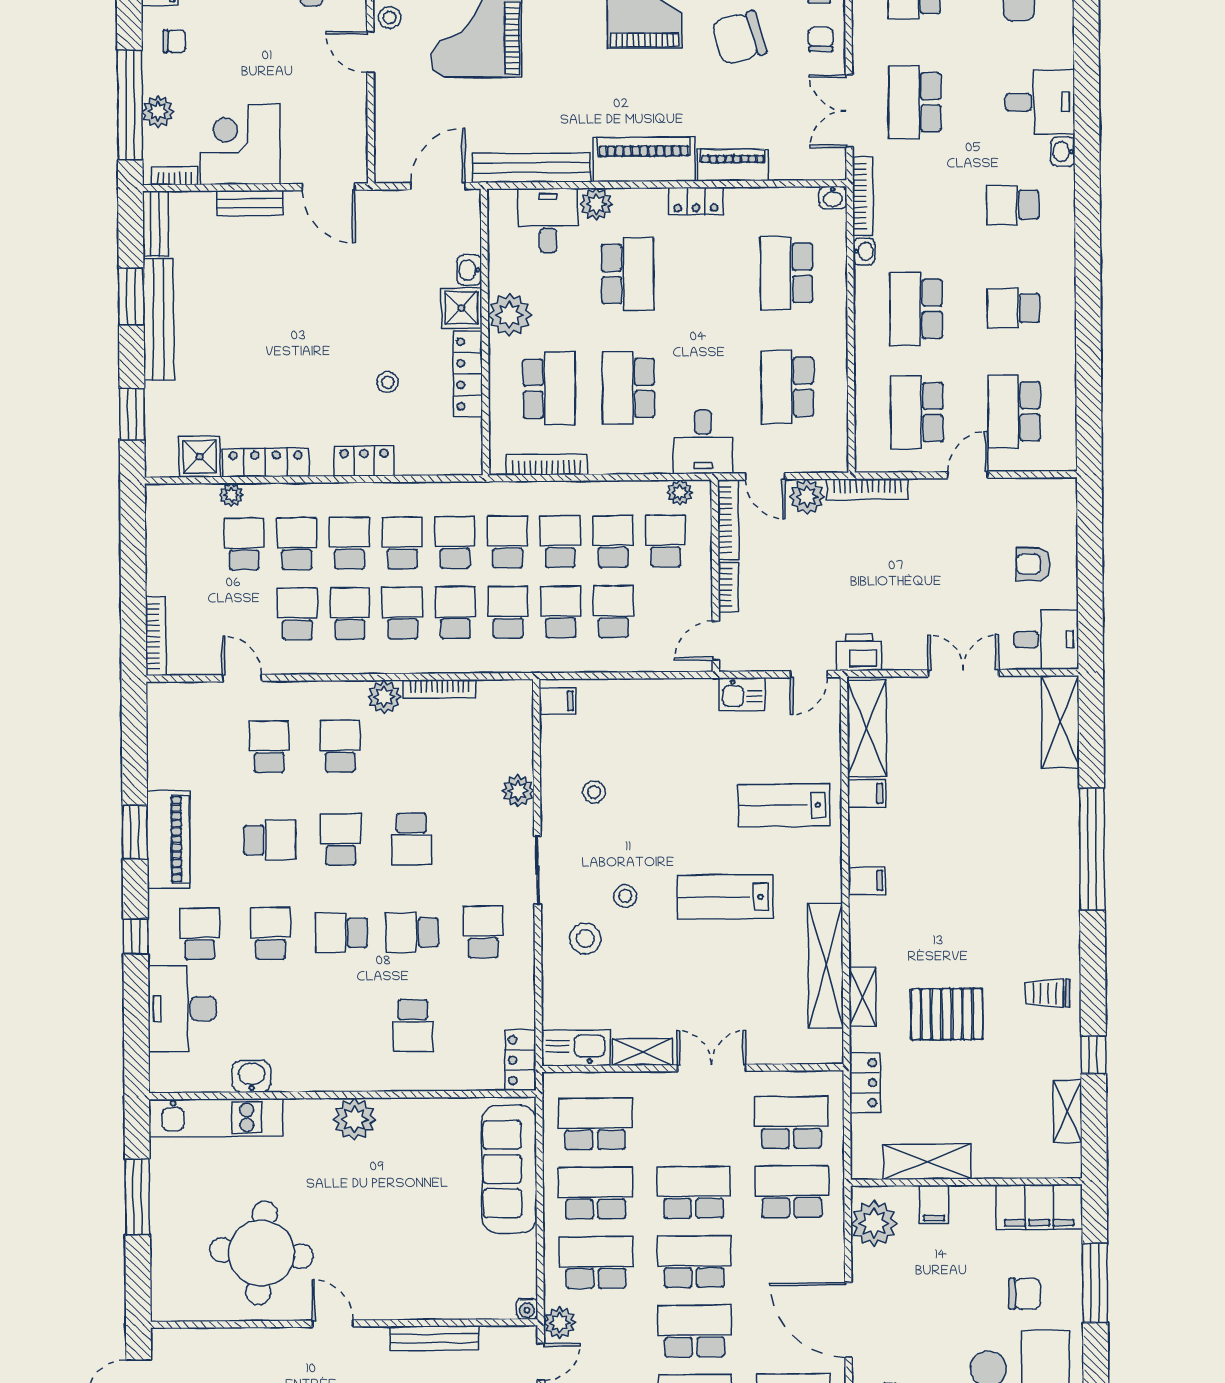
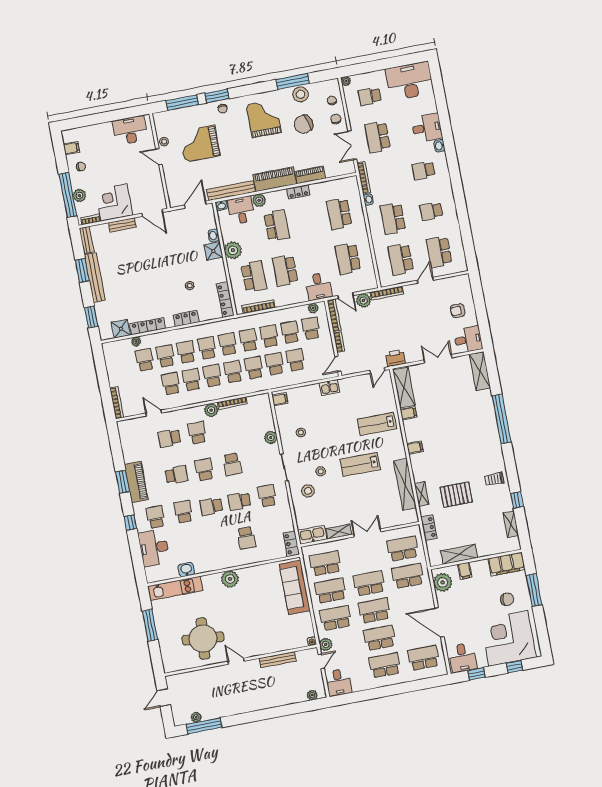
washbasin: (833, 198) -> (222, 205), moved
locker: (468, 374) -> (225, 300), moved
kitchen sink: (742, 694) -> (330, 388), moved
school desk: (269, 747) -> (169, 438), turned -90

